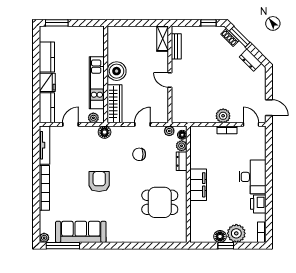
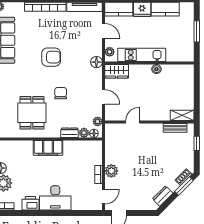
window: (57, 23) -> (197, 31), moved
window: (209, 23) -> (197, 143), moved
boiler: (117, 71) -> (156, 69), width x0.54, depth x0.54
door: (170, 80) -> (133, 122), moved
wardrobe: (115, 104) -> (117, 71), width x0.67
chair: (139, 154) -> (61, 93), moved

